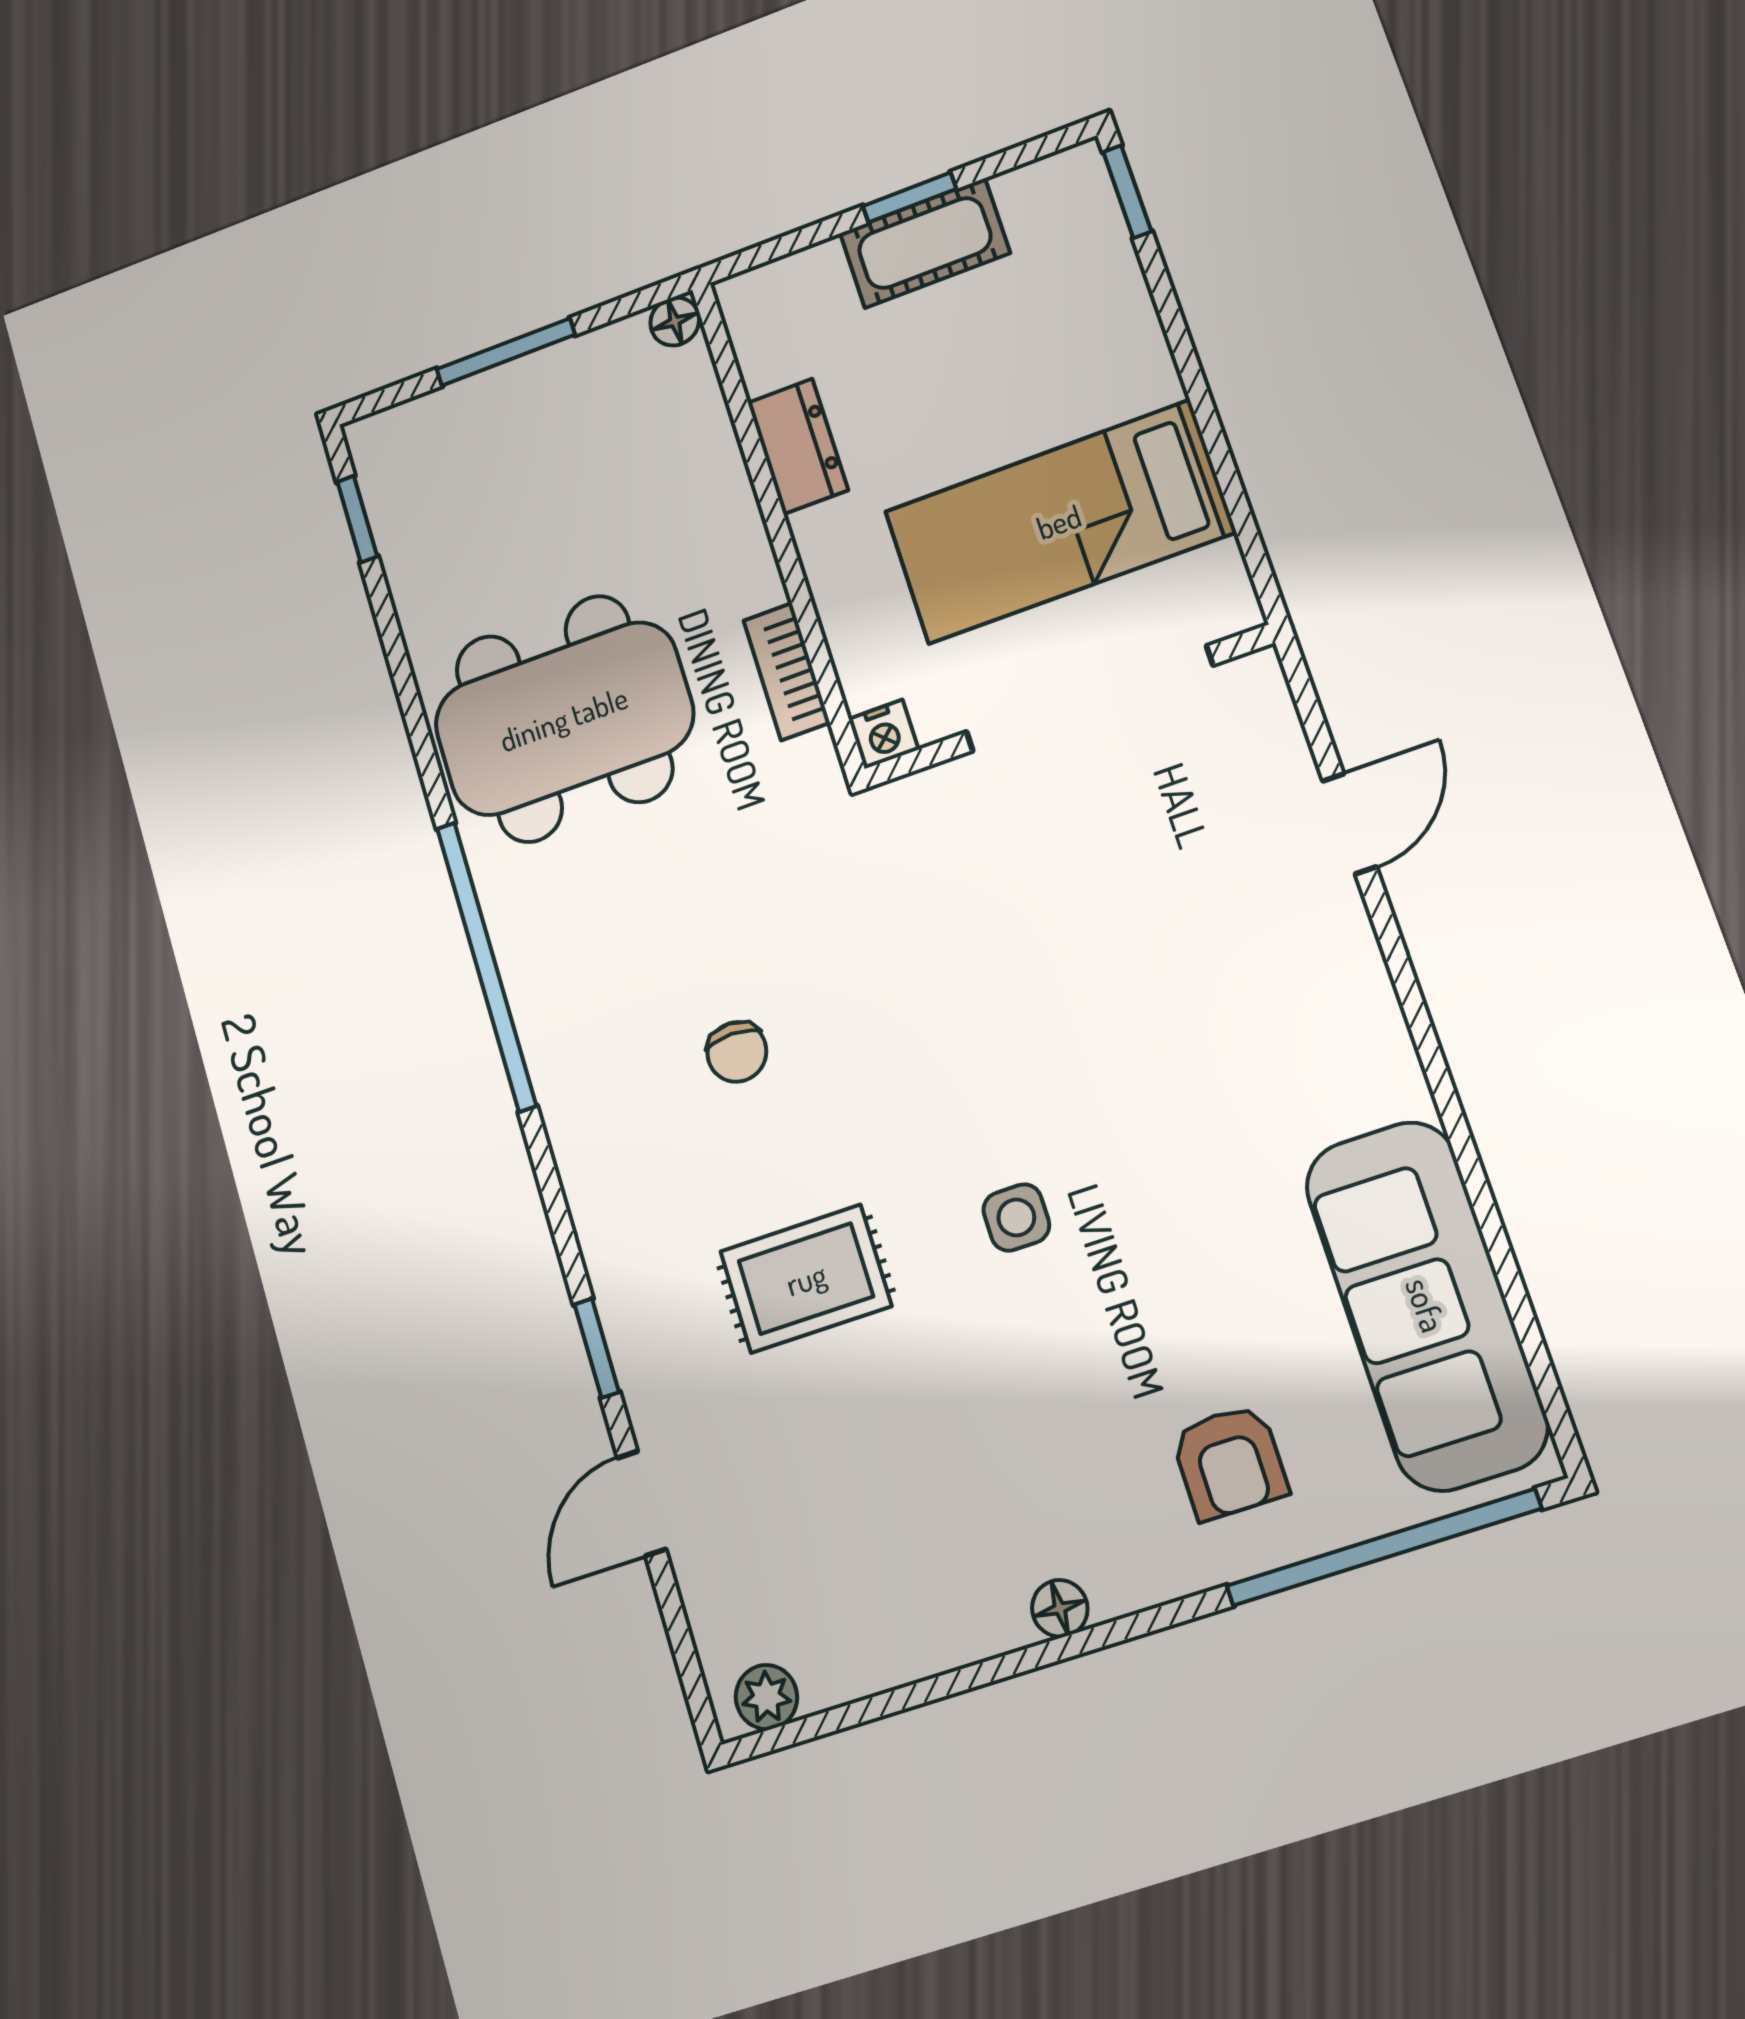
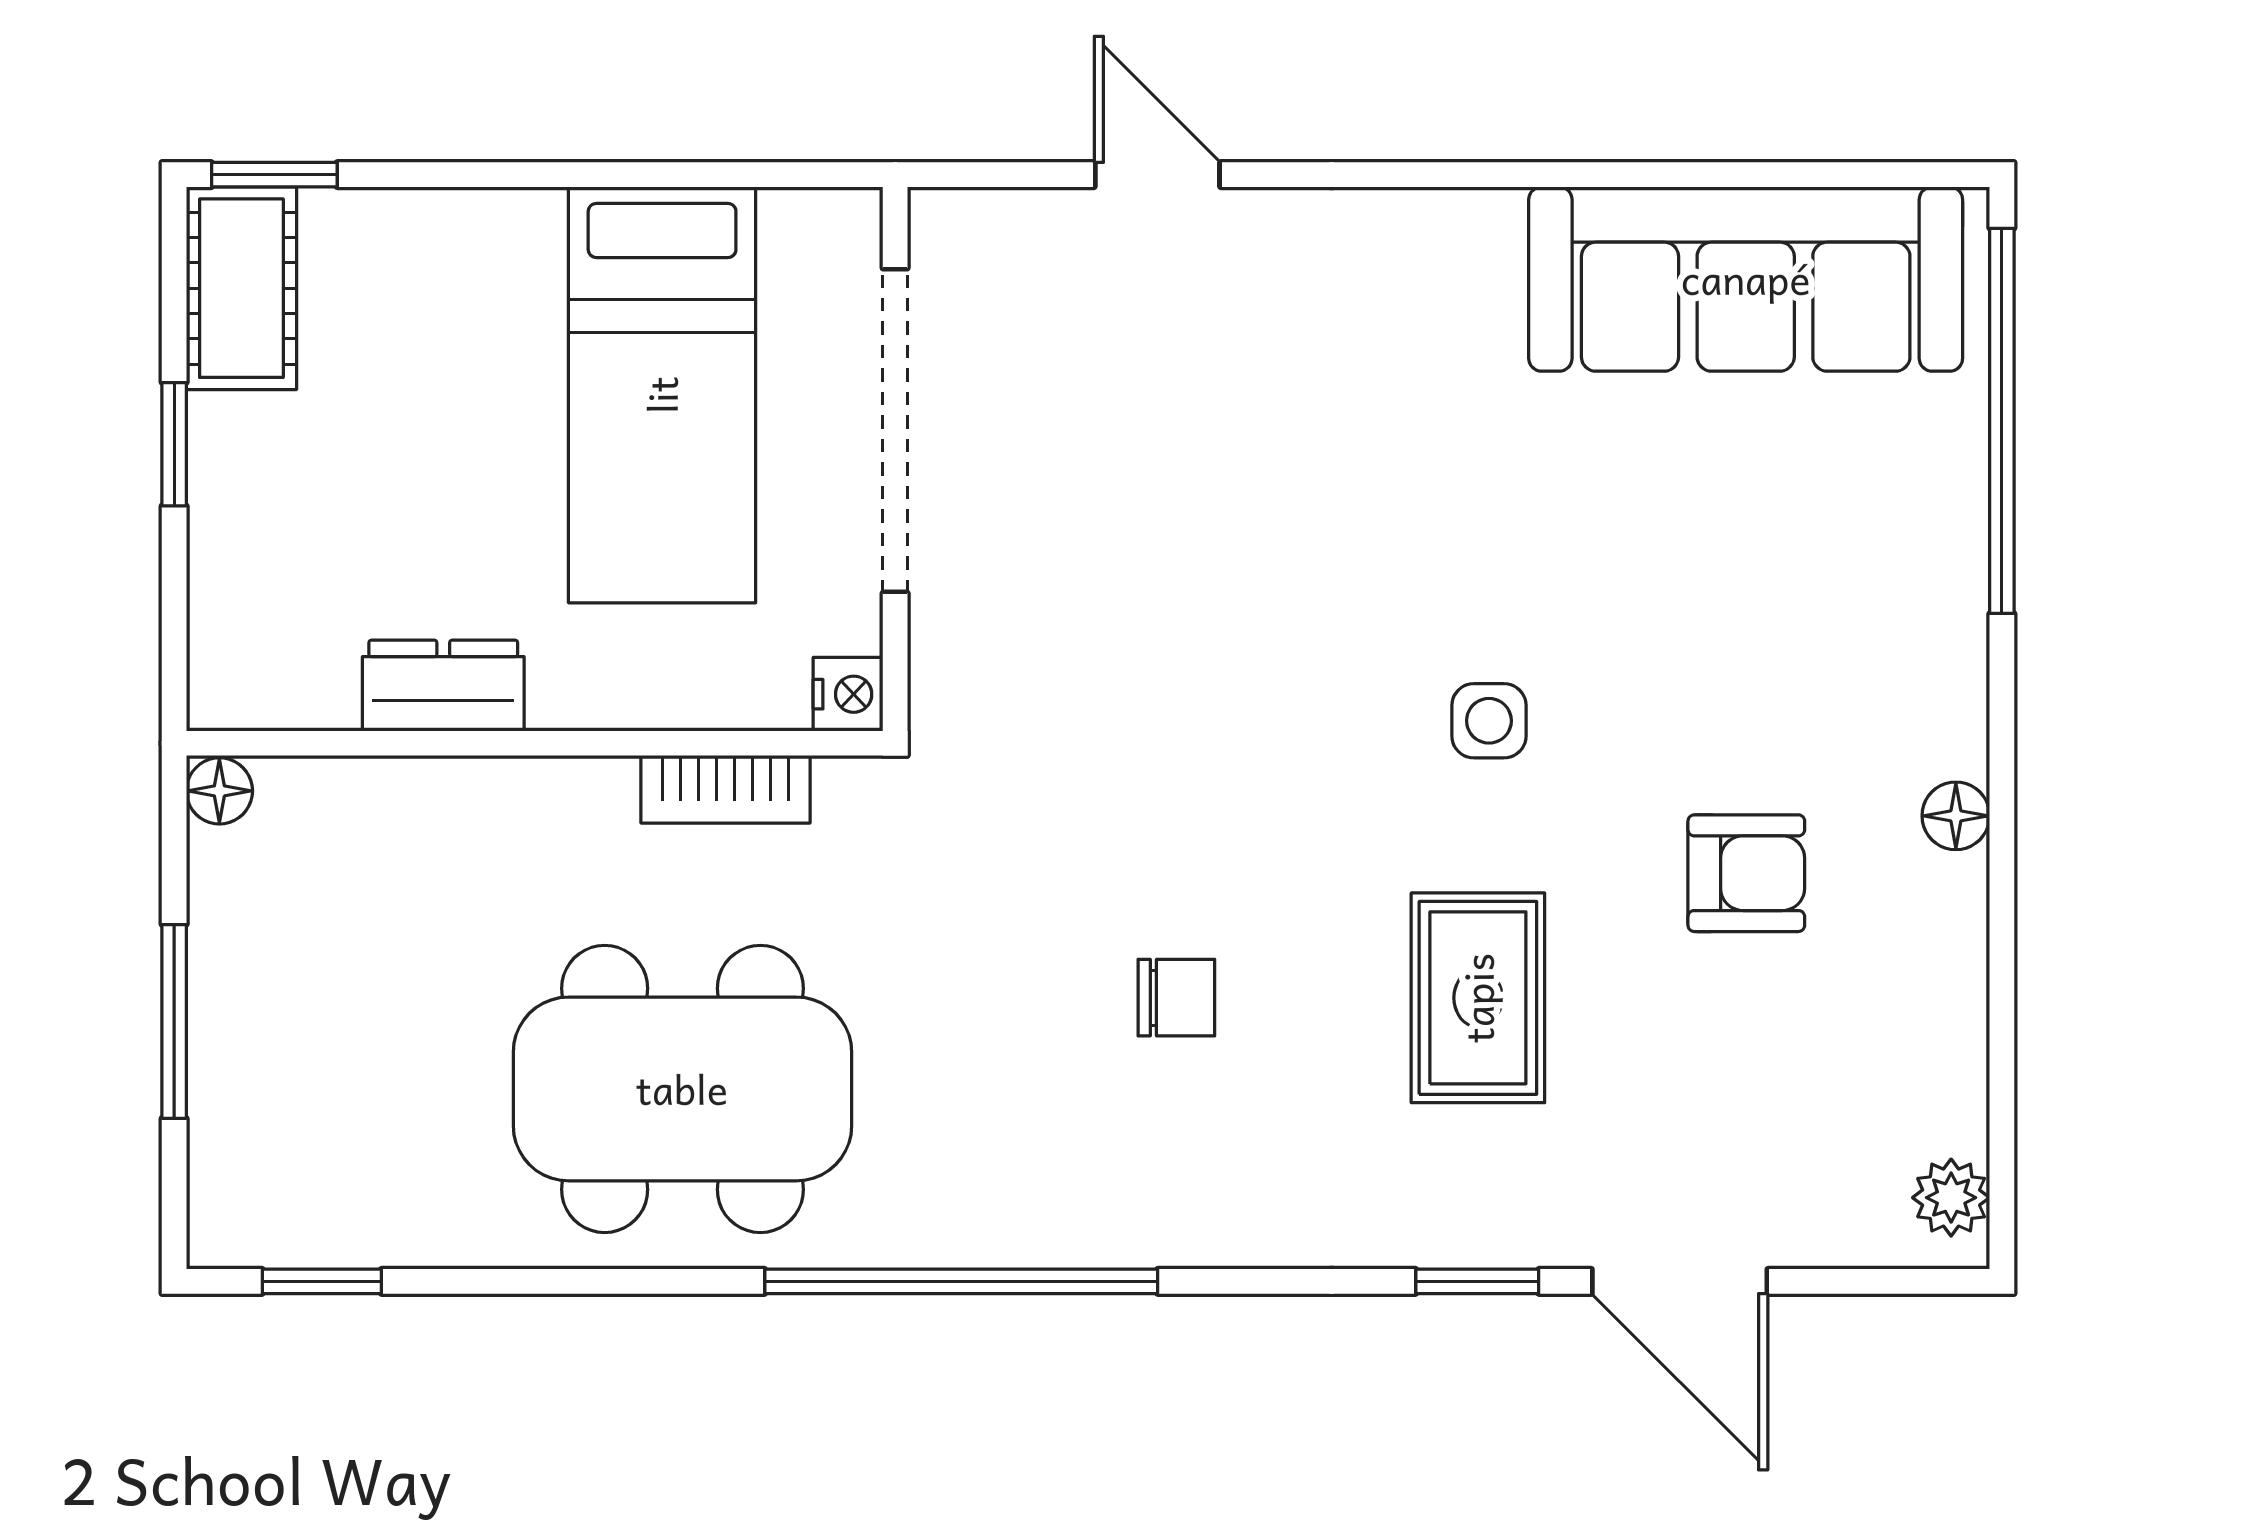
cot: (925, 243) -> (241, 288), moved
dining table: (564, 719) -> (682, 1089), turned 90
armchair: (1230, 1462) -> (1746, 873), moved
door: (642, 1503) -> (1680, 1281), width x1.38

